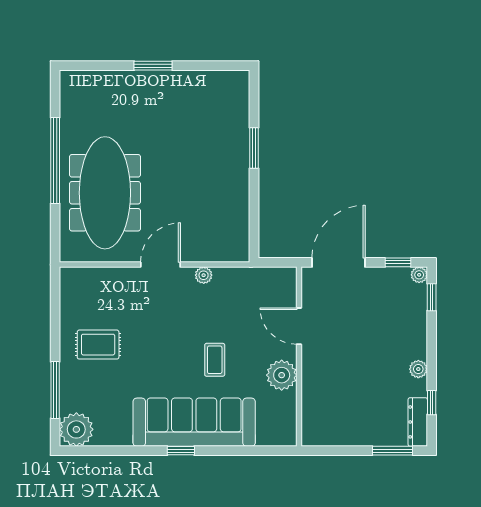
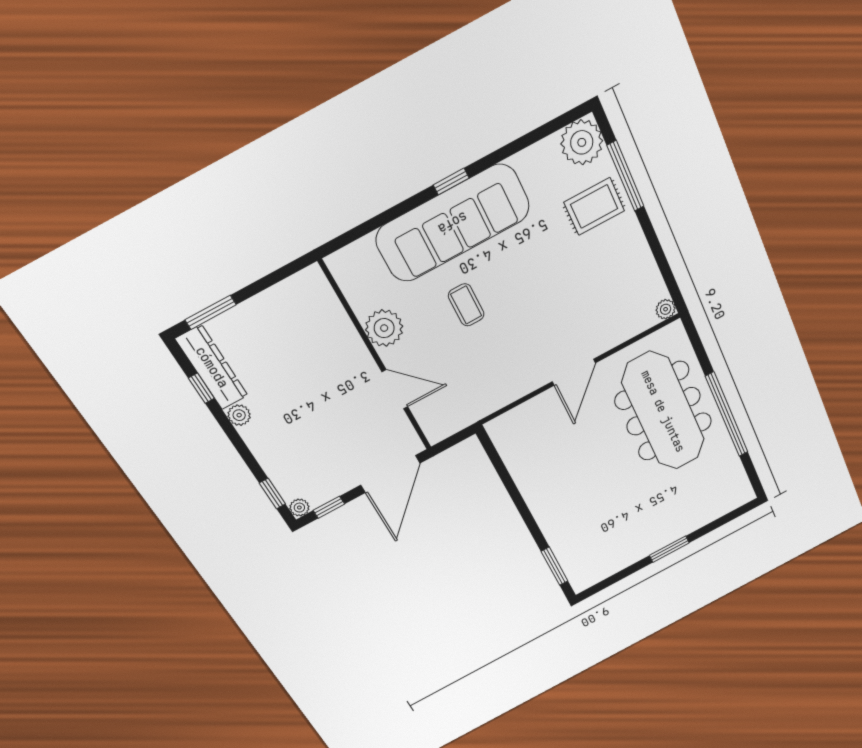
window: (254, 148) -> (554, 566), moved
plant: (204, 275) -> (666, 309), moved
rug: (98, 345) -> (594, 206), moved
dresser: (418, 422) -> (212, 367), width x1.37, depth x1.24

